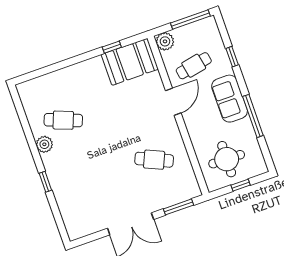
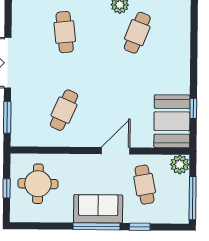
door: (173, 102) -> (116, 151), swing flipped
window: (253, 116) -> (96, 226), moved
cafe table: (86, 184) -> (65, 32), added

